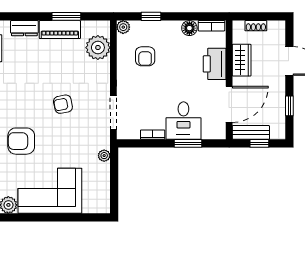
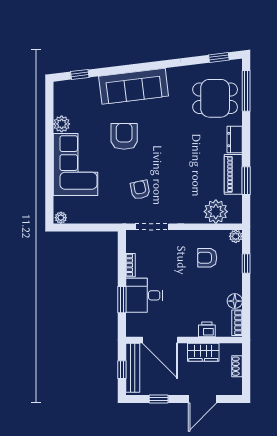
printer: (215, 64) -> (207, 329), width x0.53, depth x0.68
armchair: (63, 104) -> (140, 190), moved
bench: (251, 132) -> (133, 368), width x1.36
plant: (104, 156) -> (61, 218), moved

